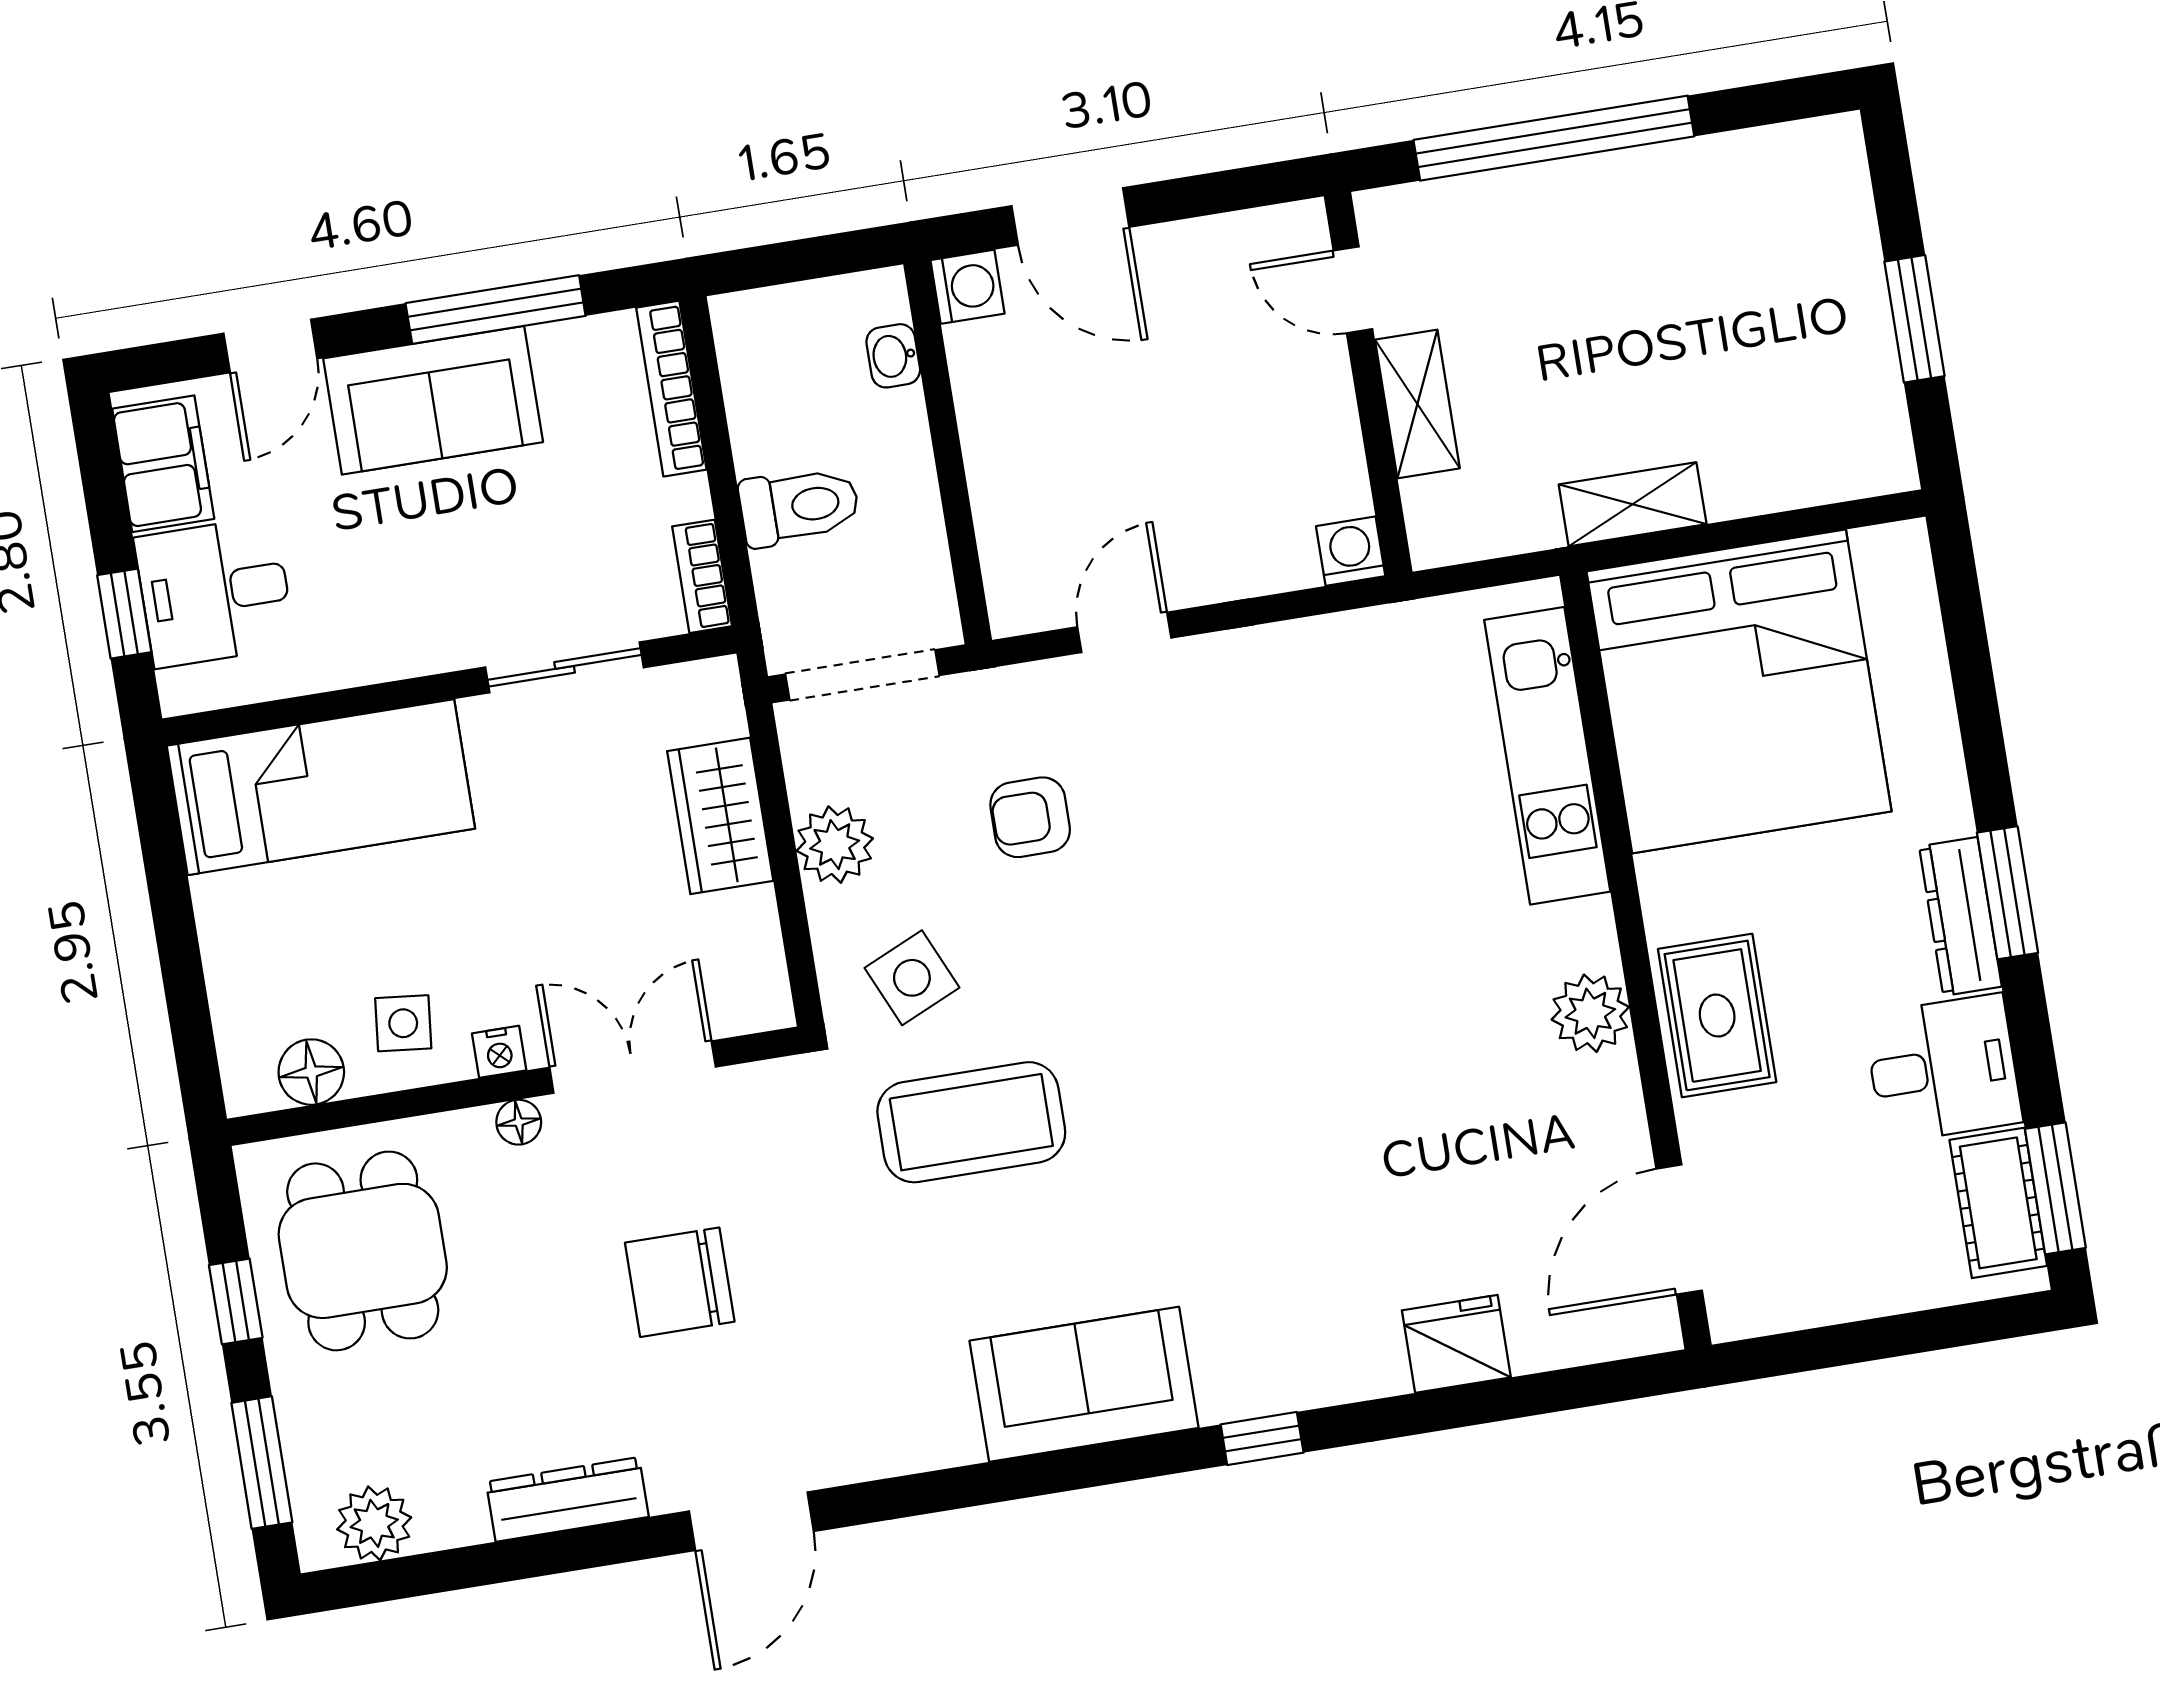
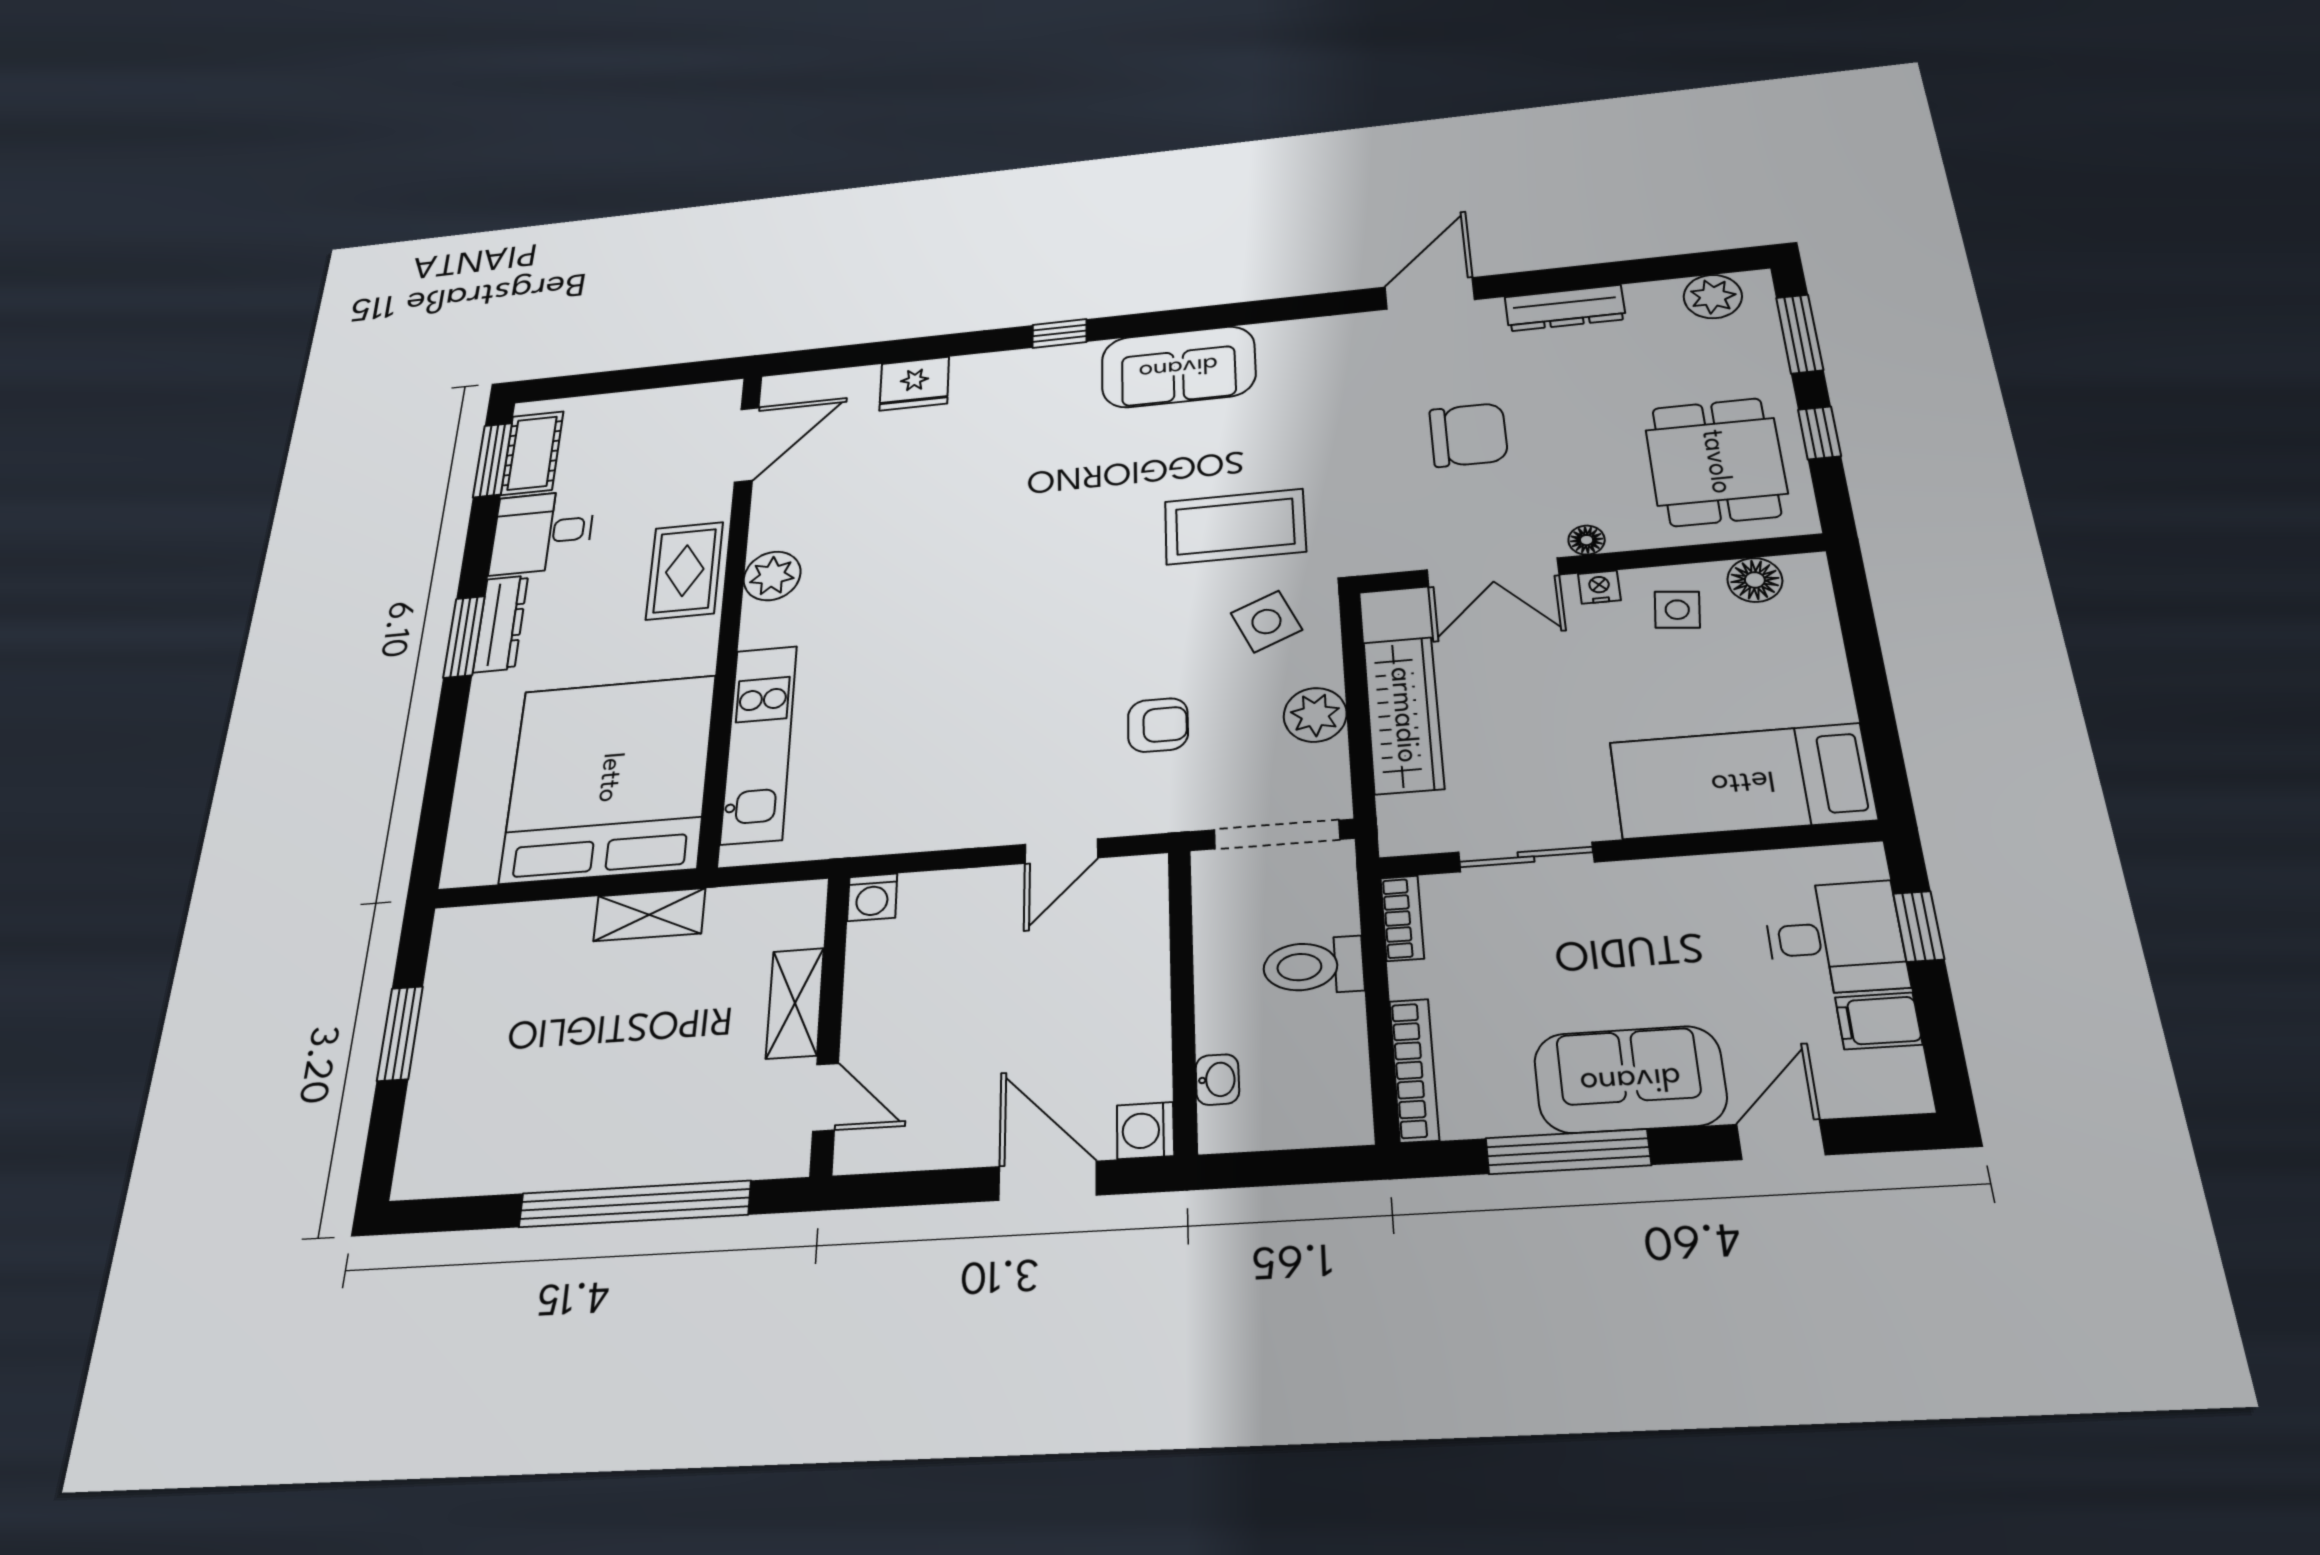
filing cabinet: (163, 464) -> (1879, 1021), width x0.50
wardrobe: (720, 816) -> (1403, 715), width x1.50

